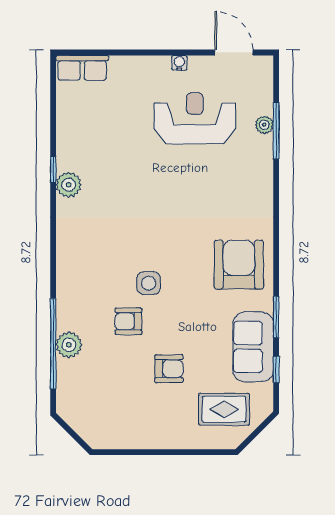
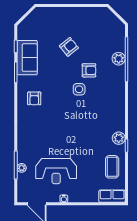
coffee table: (82, 127) -> (112, 167), added
armchair: (239, 265) -> (34, 98), width x0.53, depth x0.53
armchair: (169, 369) -> (69, 47), turned 141
rug: (224, 409) -> (42, 27), removed

